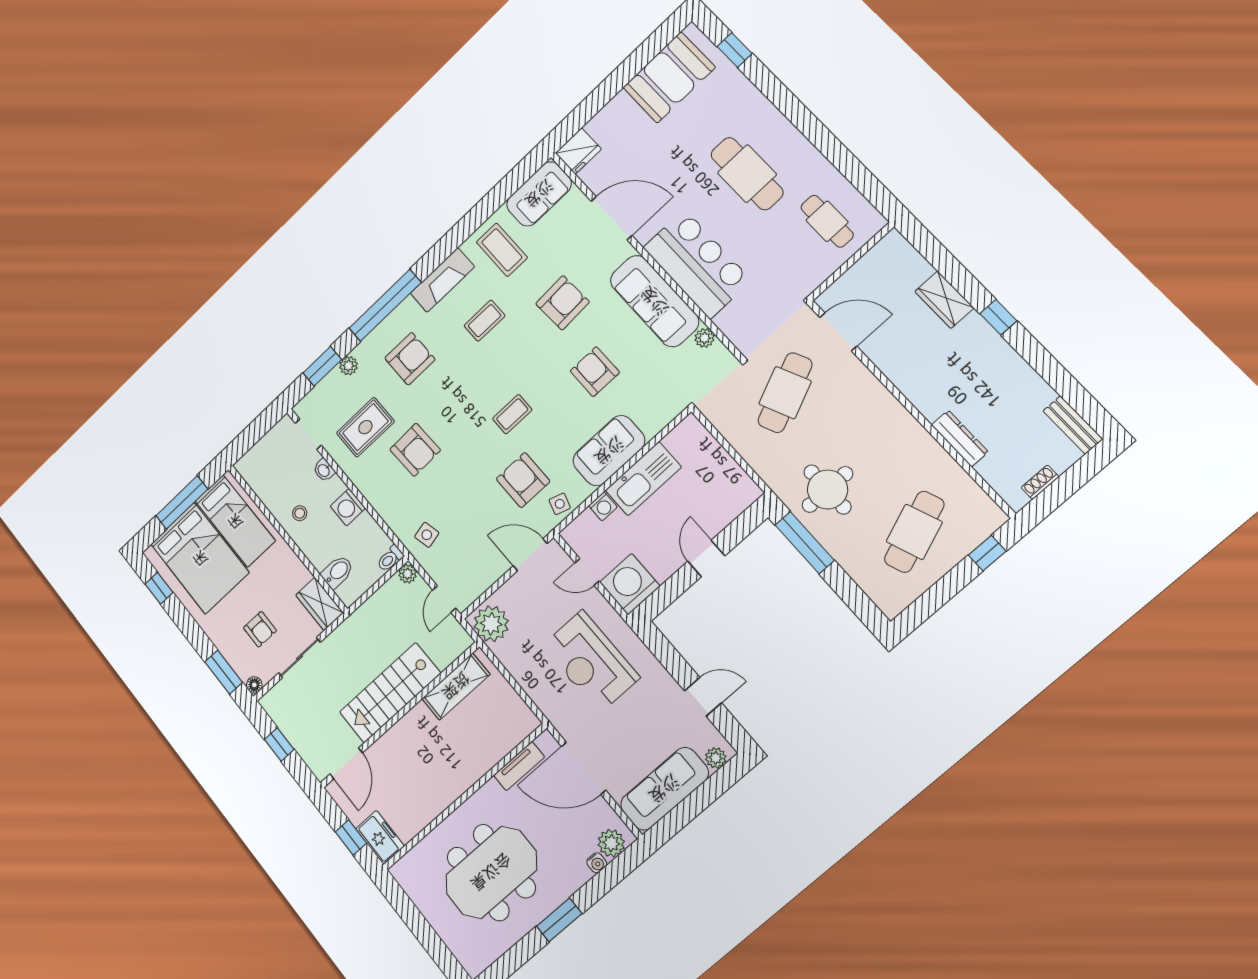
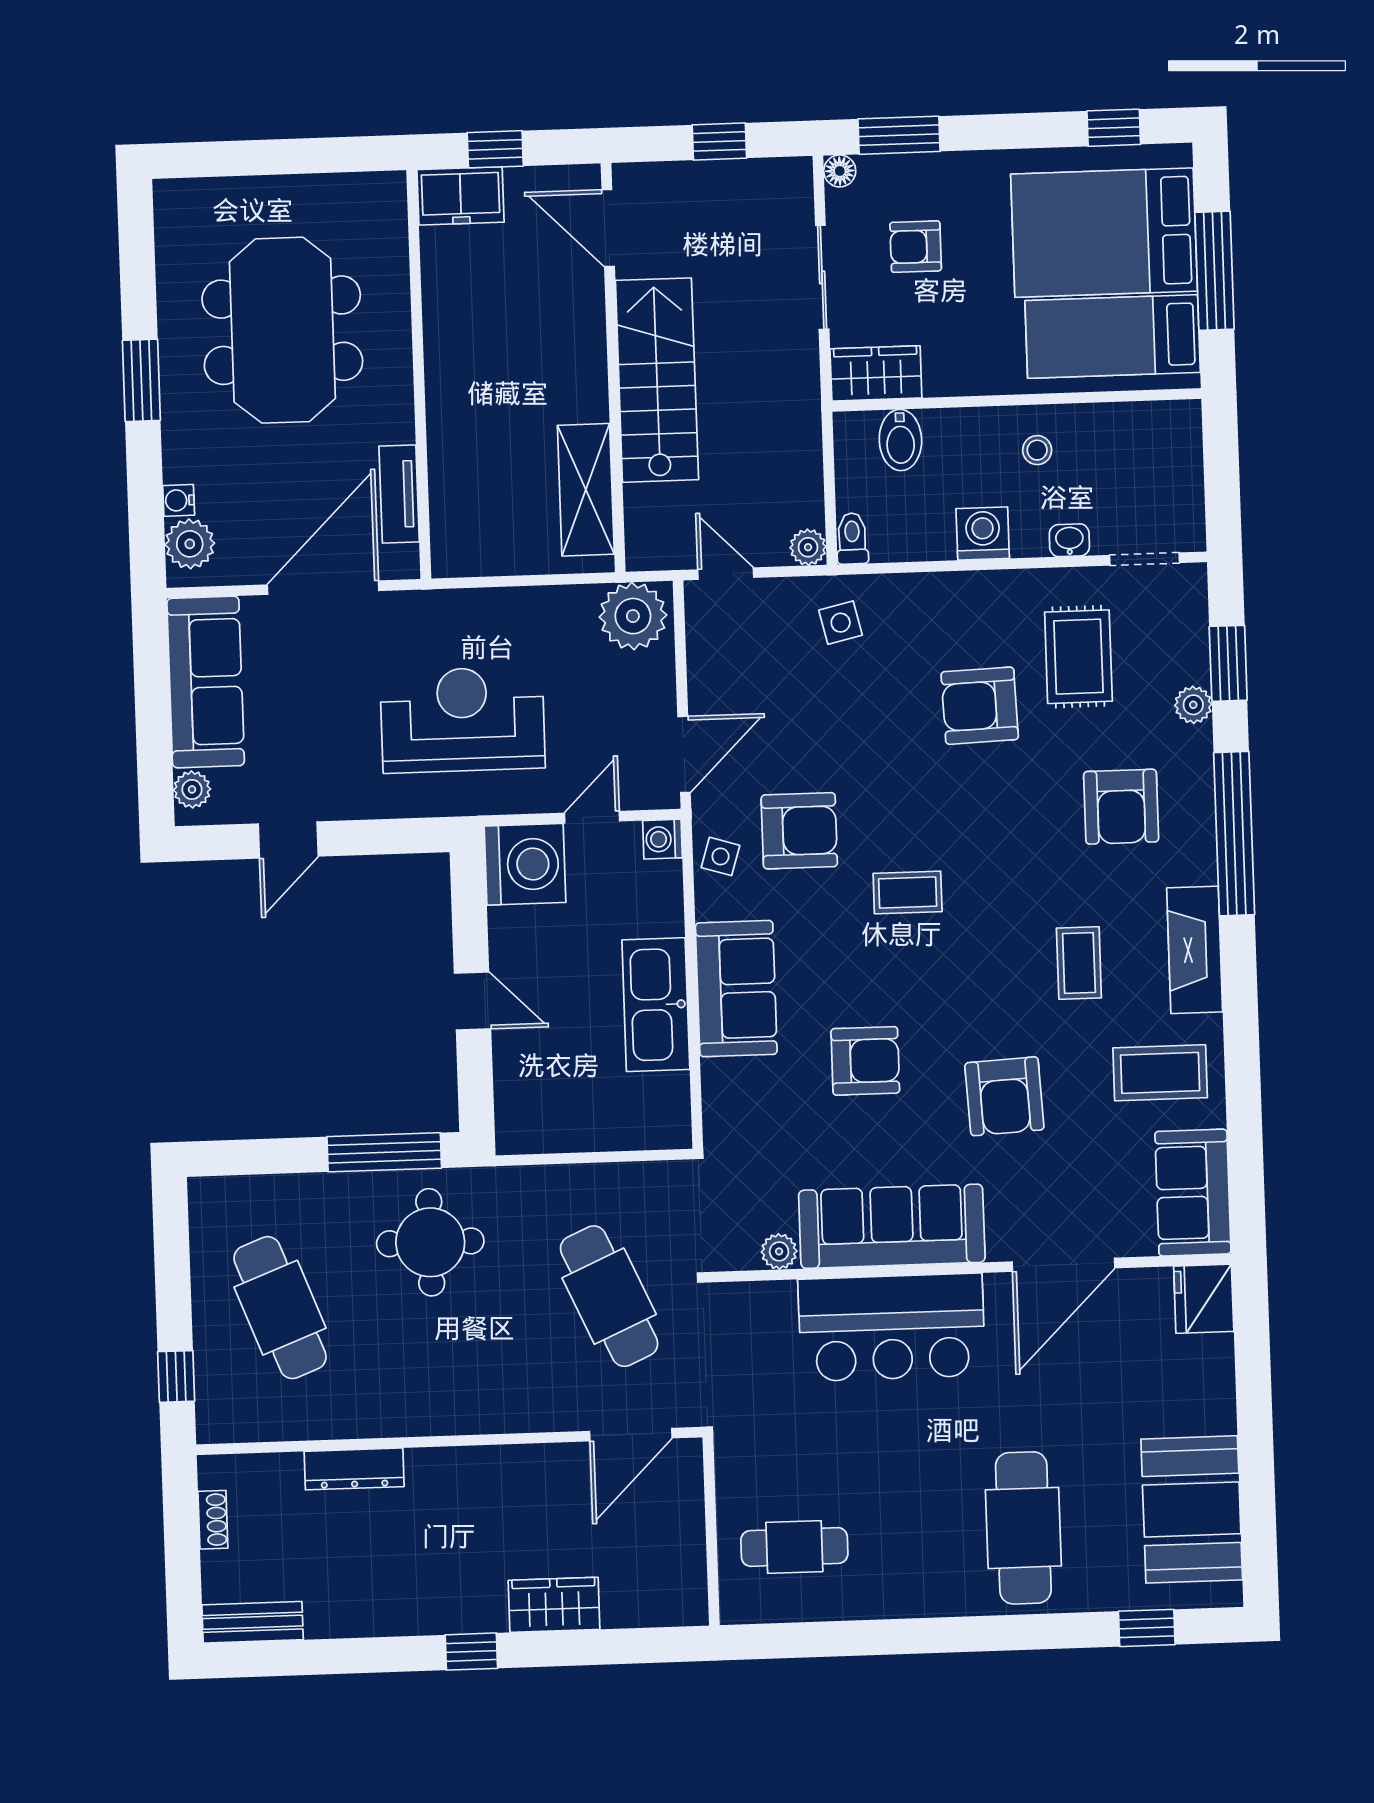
cafe table: (747, 174) -> (1023, 1528), moved, turned 90
coffee table: (512, 414) -> (908, 892), turned 90
washing machine: (603, 506) -> (662, 839), moved

